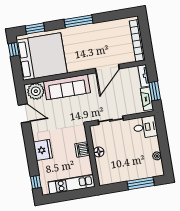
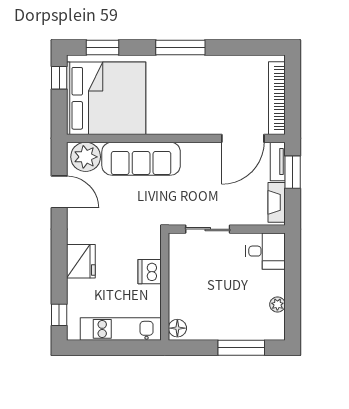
door: (107, 69) -> (243, 138), moved
window: (155, 91) -> (293, 172), moved
floor lamp: (99, 152) -> (177, 328), moved

